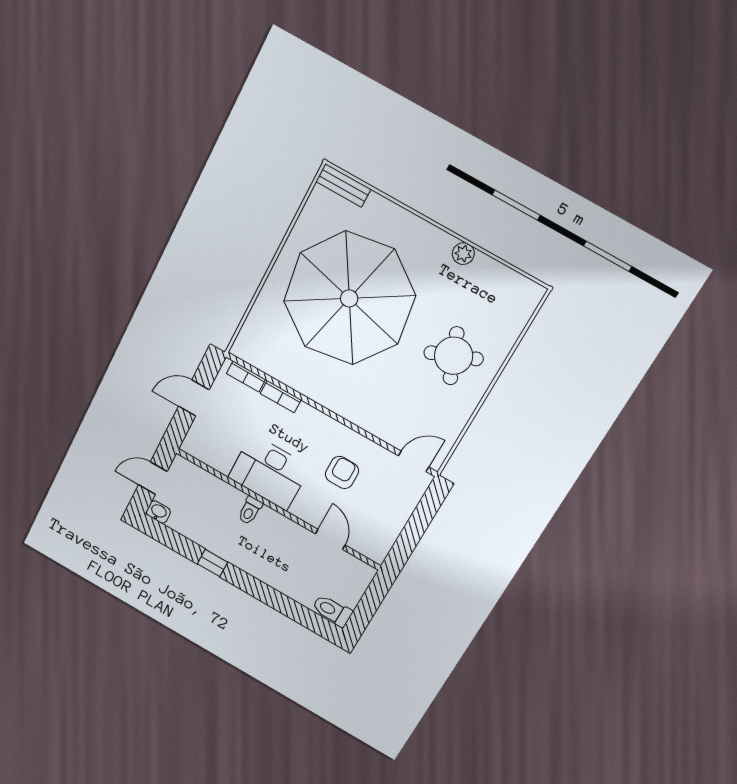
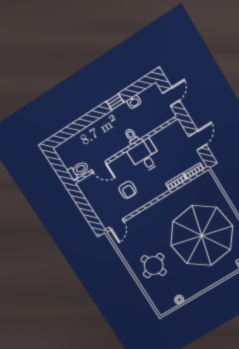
plant: (463, 254) -> (179, 300), moved
desk: (269, 472) -> (145, 156), width x0.73
washbasin: (158, 512) -> (134, 102), moved
toilet: (332, 611) -> (78, 170), moved

